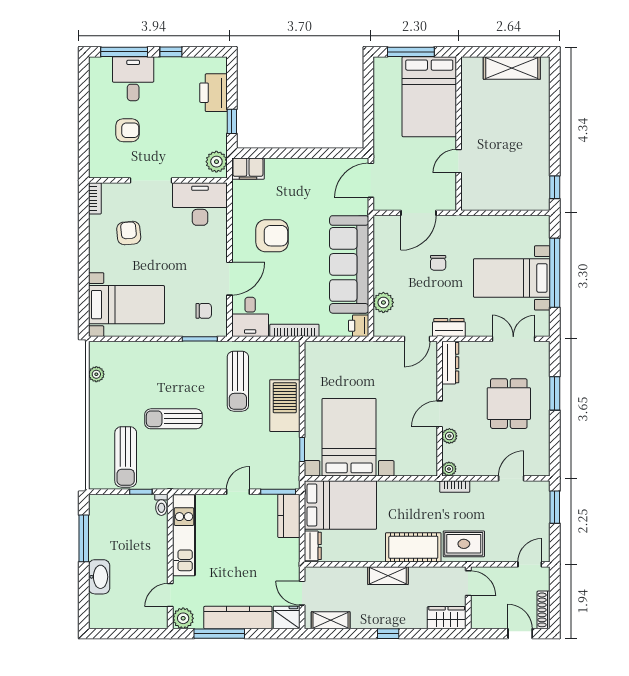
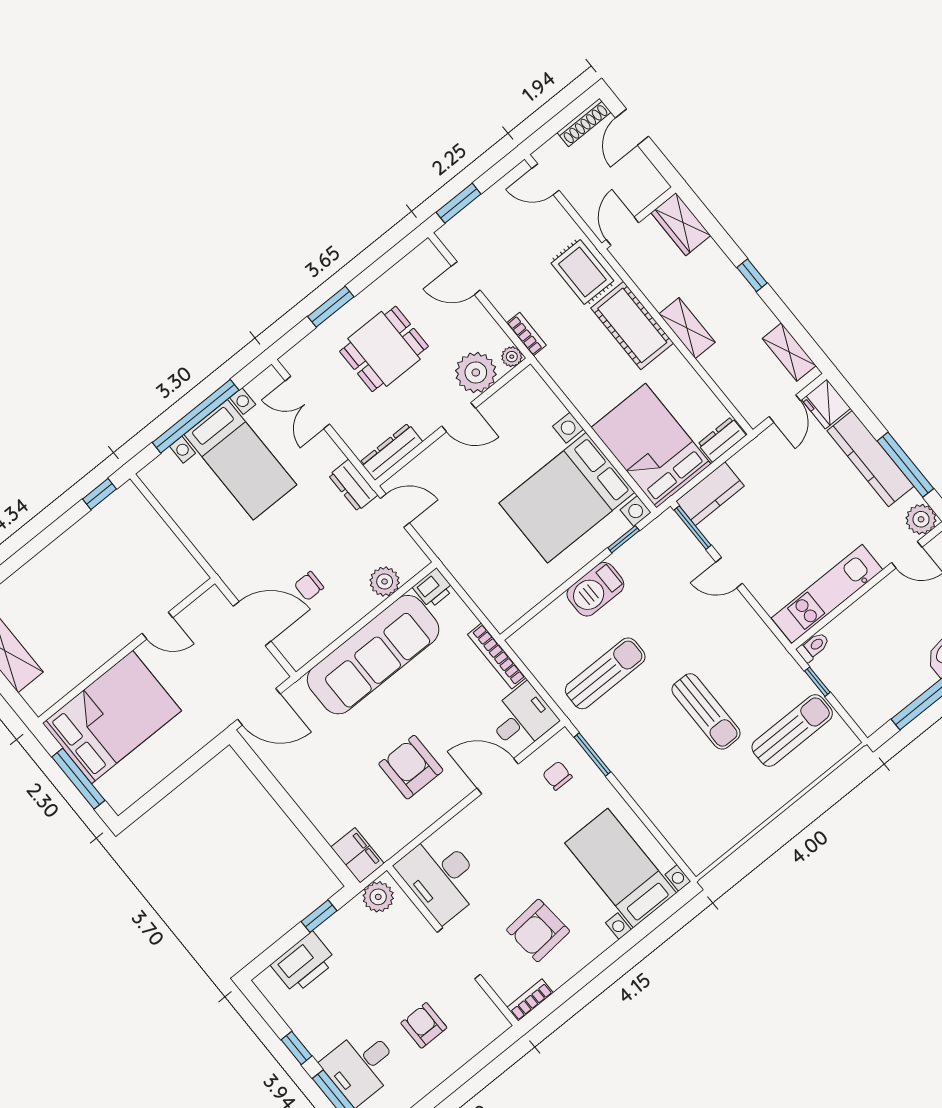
armchair: (129, 233) -> (538, 930), width x1.38, depth x1.38
chair: (438, 263) -> (309, 586), moved, turned 180
plant: (96, 374) -> (726, 838), removed
barbecue: (285, 406) -> (595, 589), width x0.73, depth x0.83
plant: (449, 436) -> (476, 373), width x1.88, depth x1.88

